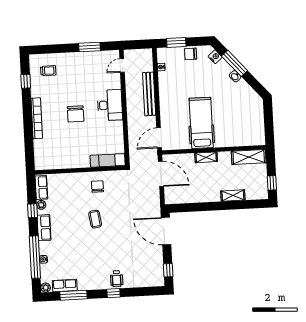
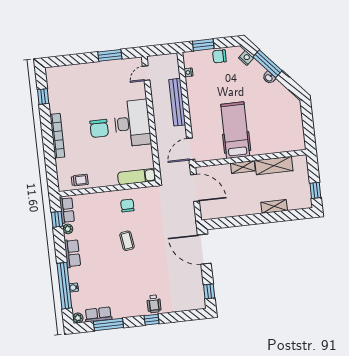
trolley: (48, 71) -> (80, 180), moved
desk: (110, 105) -> (132, 123), width x1.36, depth x1.30
shelving: (249, 157) -> (274, 166), moved
window: (32, 211) -> (57, 219), moved

